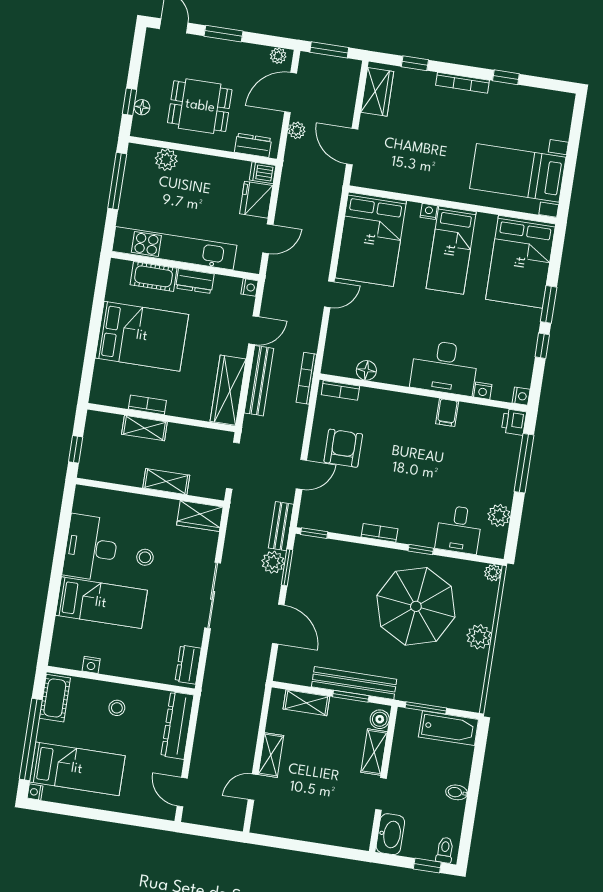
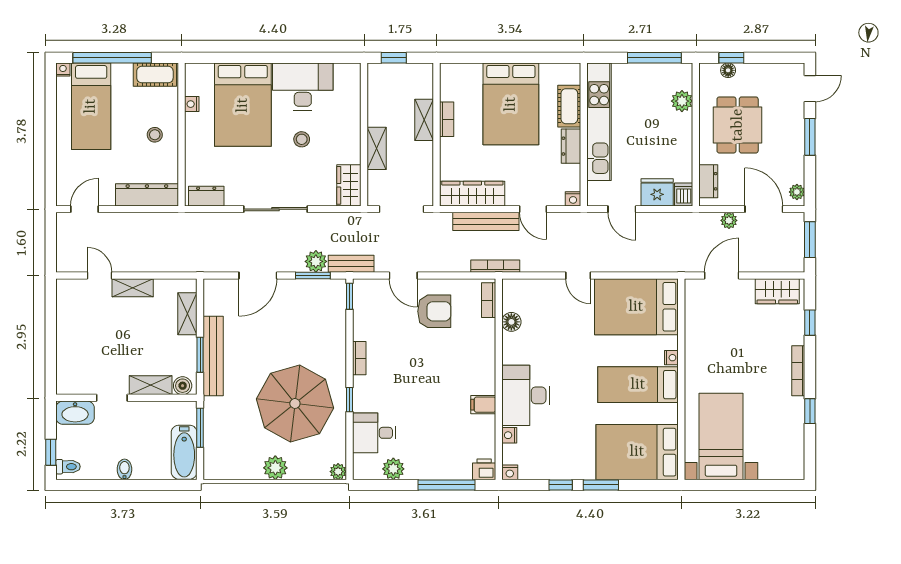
bed: (101, 603) -> (243, 105), width x1.50

